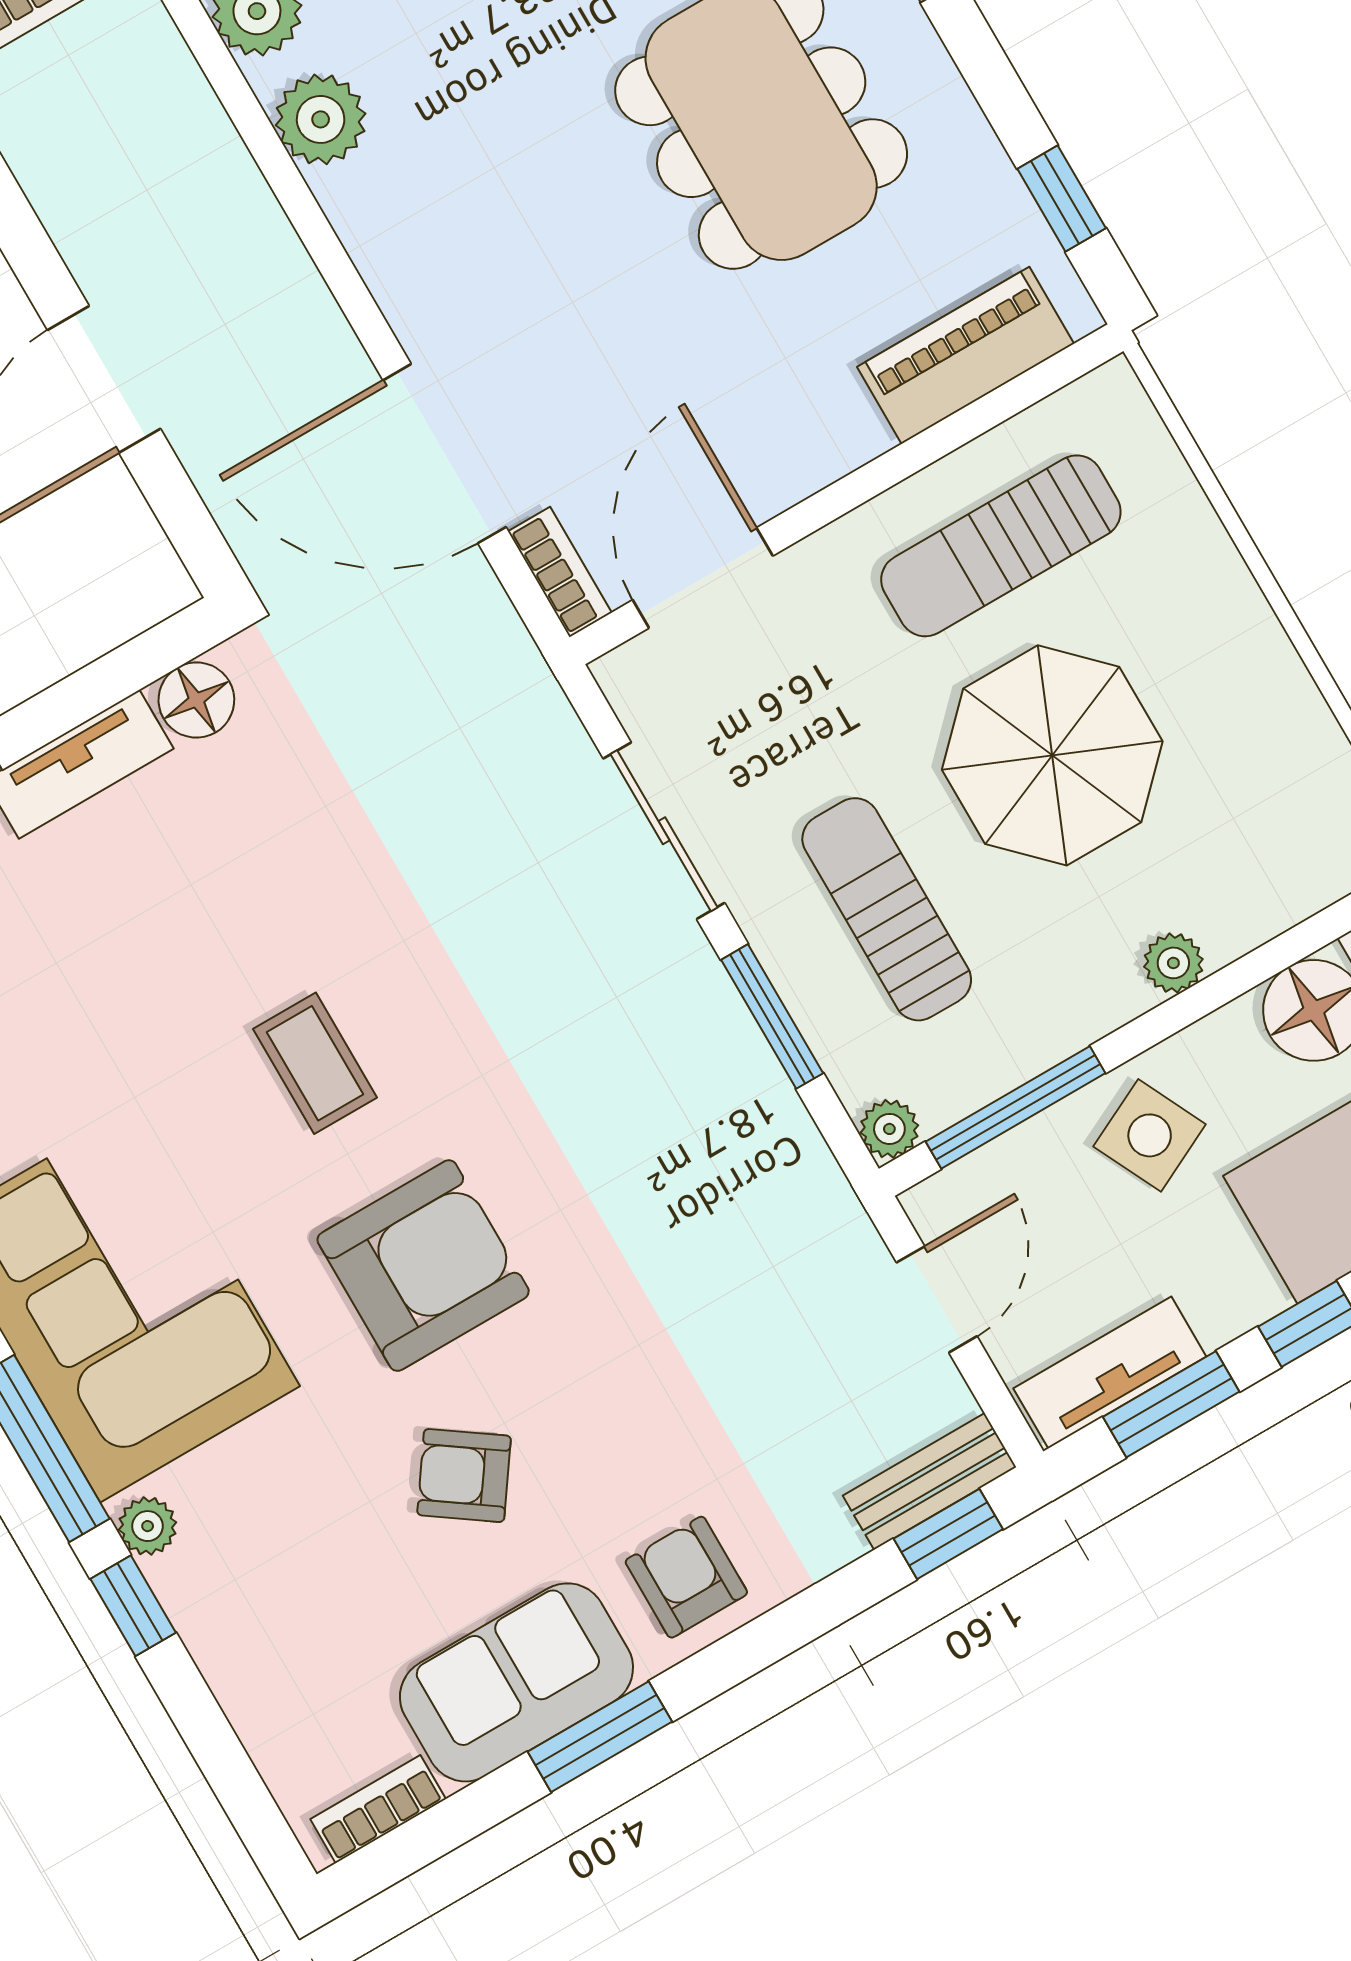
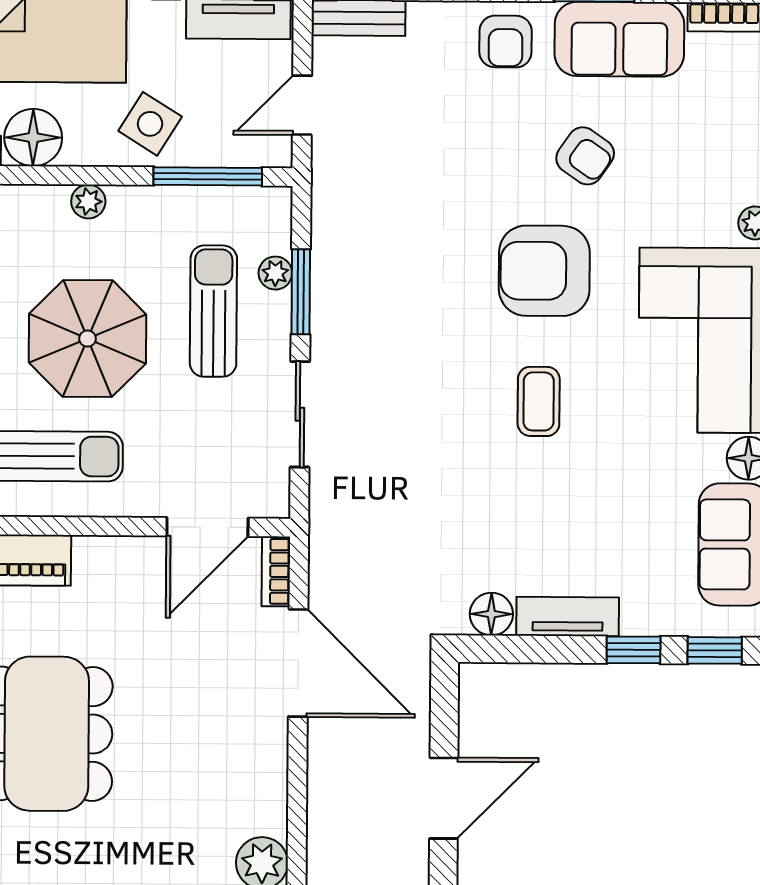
sun lounger: (887, 909) -> (213, 311), turned 180
plant: (889, 1129) -> (275, 273), moved
side table: (1150, 1135) -> (150, 124), turned -32

